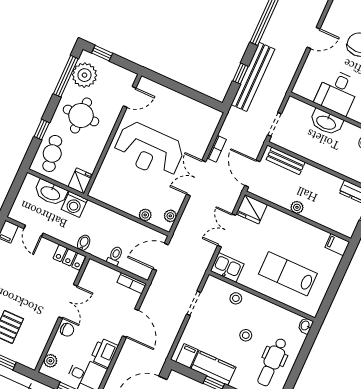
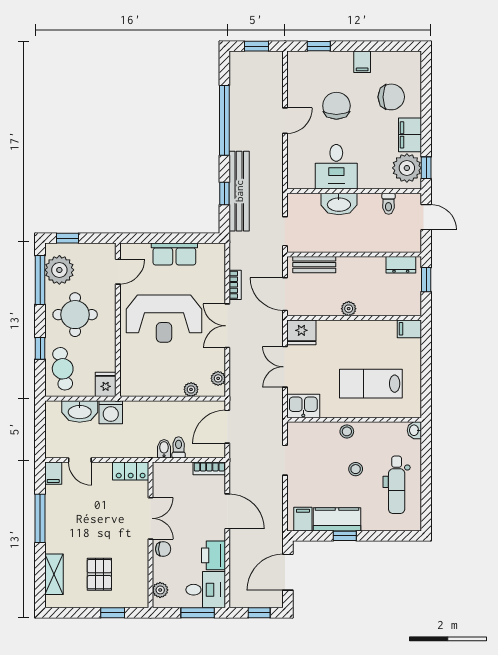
row of seats: (180, 103) -> (174, 254), added
bidet: (84, 243) -> (164, 449), moved
stool: (236, 298) -> (347, 431), moved

